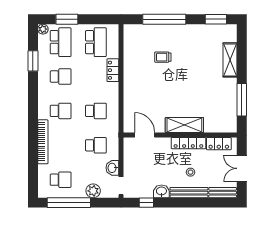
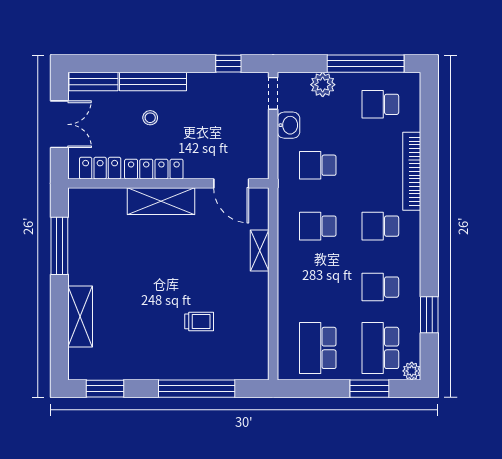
locker: (113, 70) -> (288, 298), removed
shelving: (129, 97) -> (260, 251), added
washbasin: (161, 191) -> (202, 84), removed

